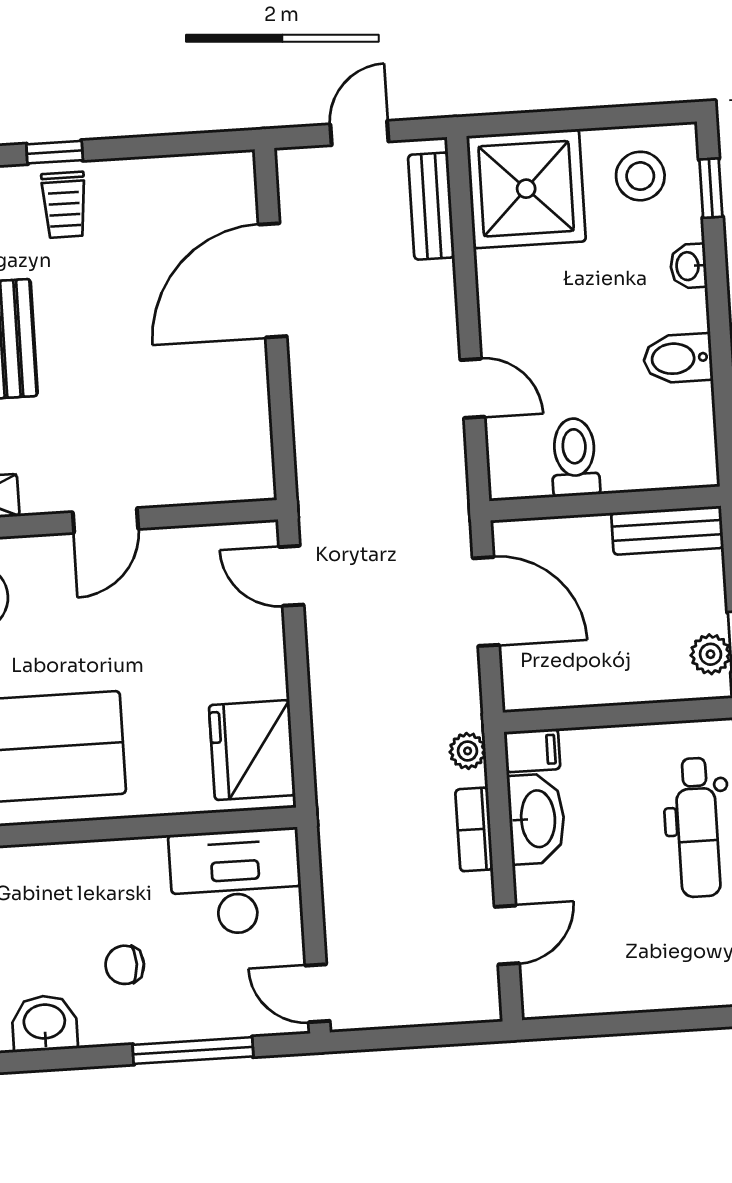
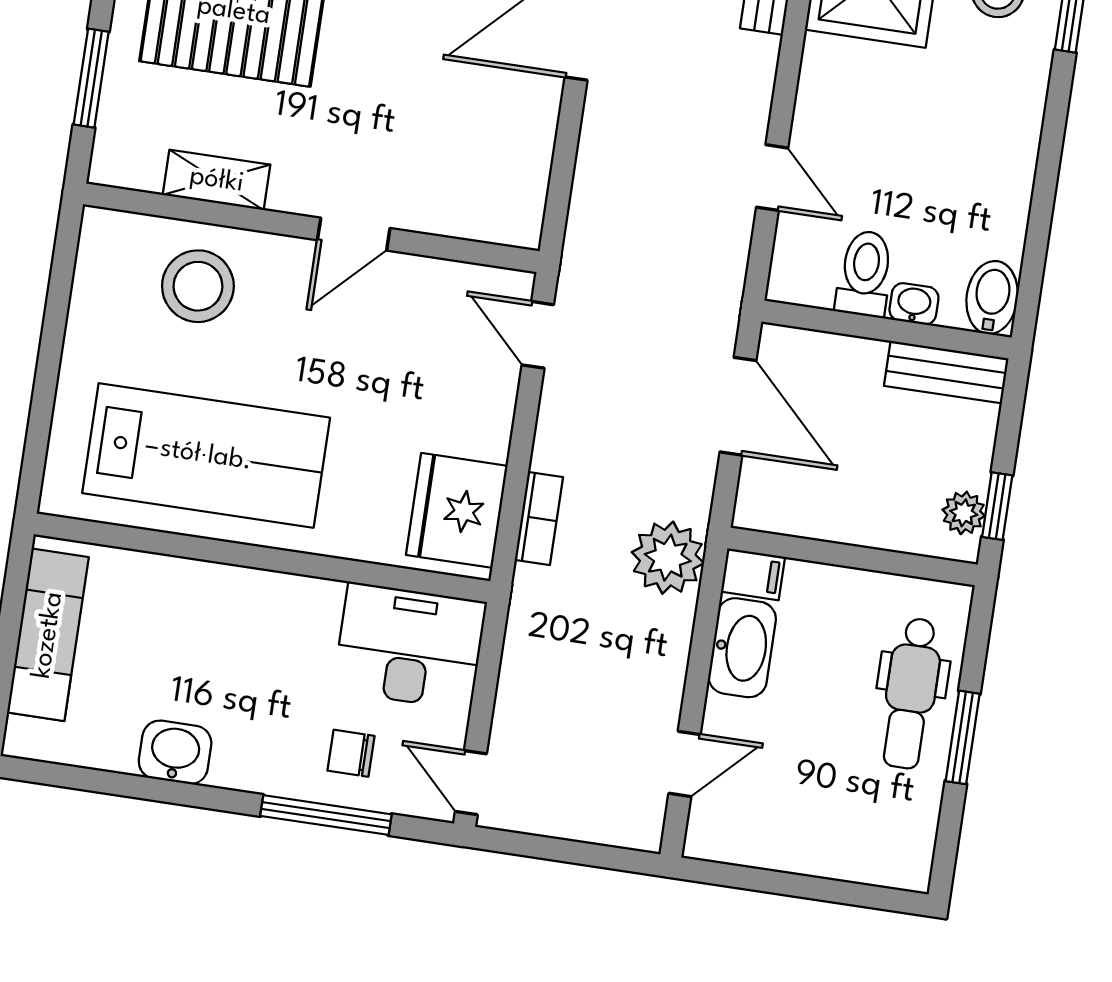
washbasin: (688, 266) -> (914, 304), moved, turned 90
bidet: (678, 358) -> (992, 298), moved, turned 90
plant: (468, 751) -> (668, 558), width x1.88, depth x1.88
bookcase: (474, 829) -> (539, 518), moved, turned 180
chair: (125, 965) -> (351, 753), moved

